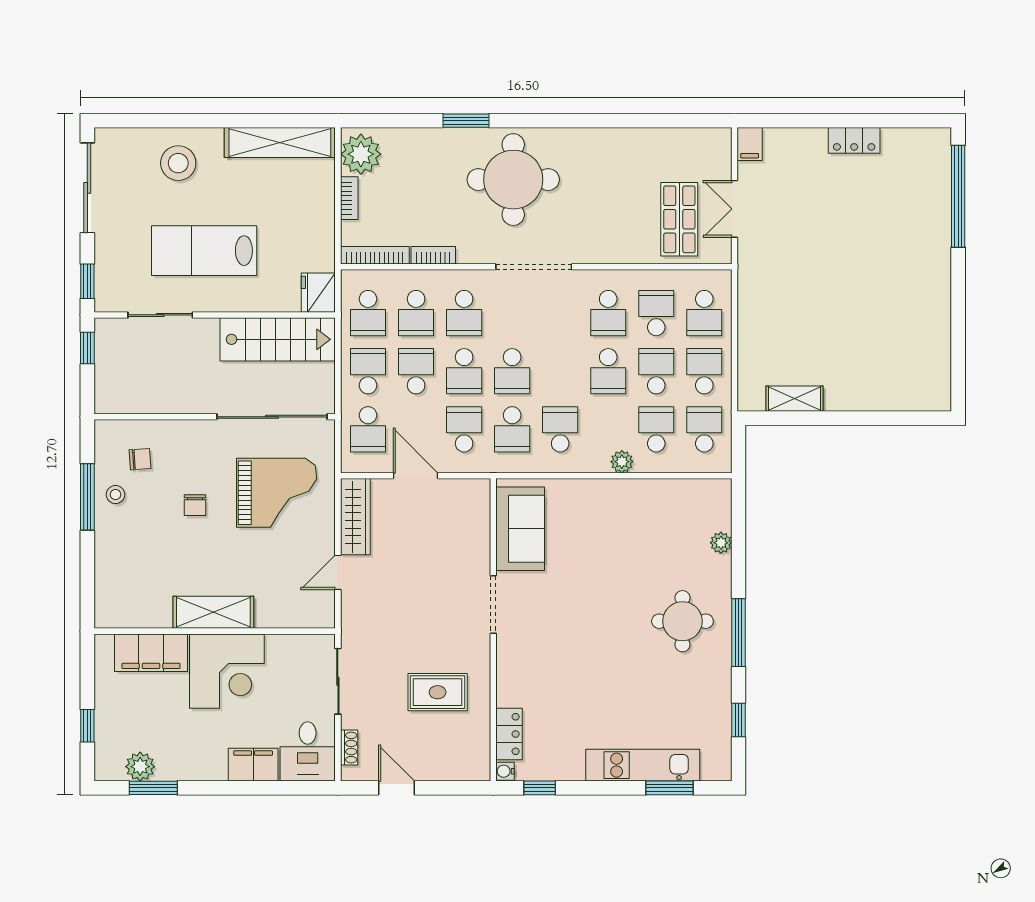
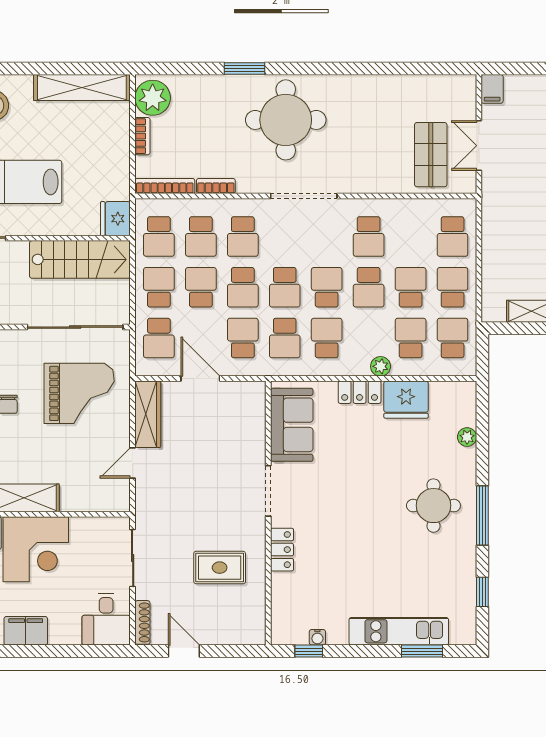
school desk: (656, 313) -> (327, 287), moved
locker: (598, 491) -> (360, 392), added
fridge: (651, 500) -> (406, 400), added
locker: (509, 734) -> (282, 550), moved
shoe rack: (349, 748) -> (142, 622), width x1.43
filing cabinet: (253, 765) -> (26, 631), moved
water cooler: (505, 771) -> (317, 637), moved, turned -90

